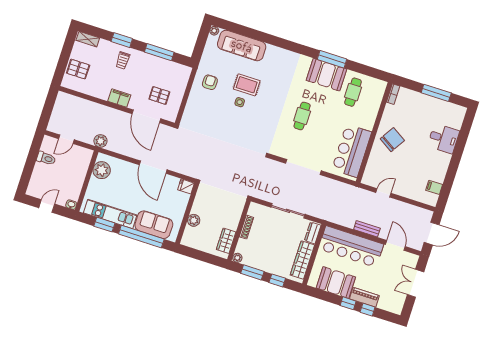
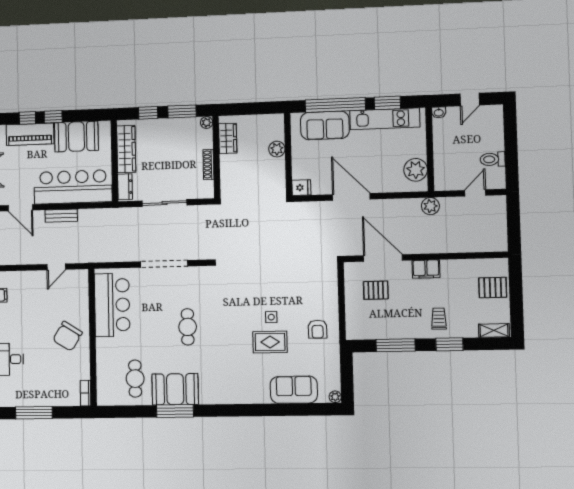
sofa: (242, 46) -> (294, 390), width x0.73
piano: (364, 297) -> (30, 134), width x1.37, depth x1.33

